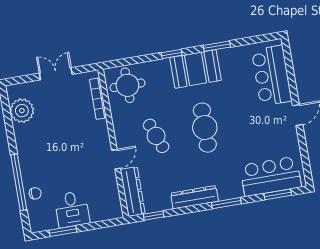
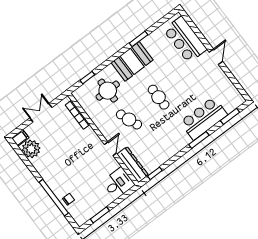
window: (172, 54) -> (87, 78), moved
round table: (127, 85) -> (108, 91), moved
filing cabinet: (16, 91) -> (20, 138), added
cafe table: (205, 128) -> (159, 97), width x0.73, depth x0.74
bar counter: (271, 176) -> (204, 118), moved
dresser: (195, 197) -> (176, 147), removed
desk: (72, 209) -> (118, 183), moved, turned -90

